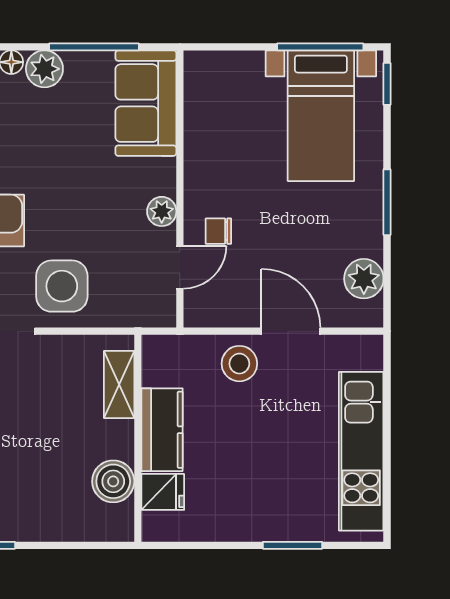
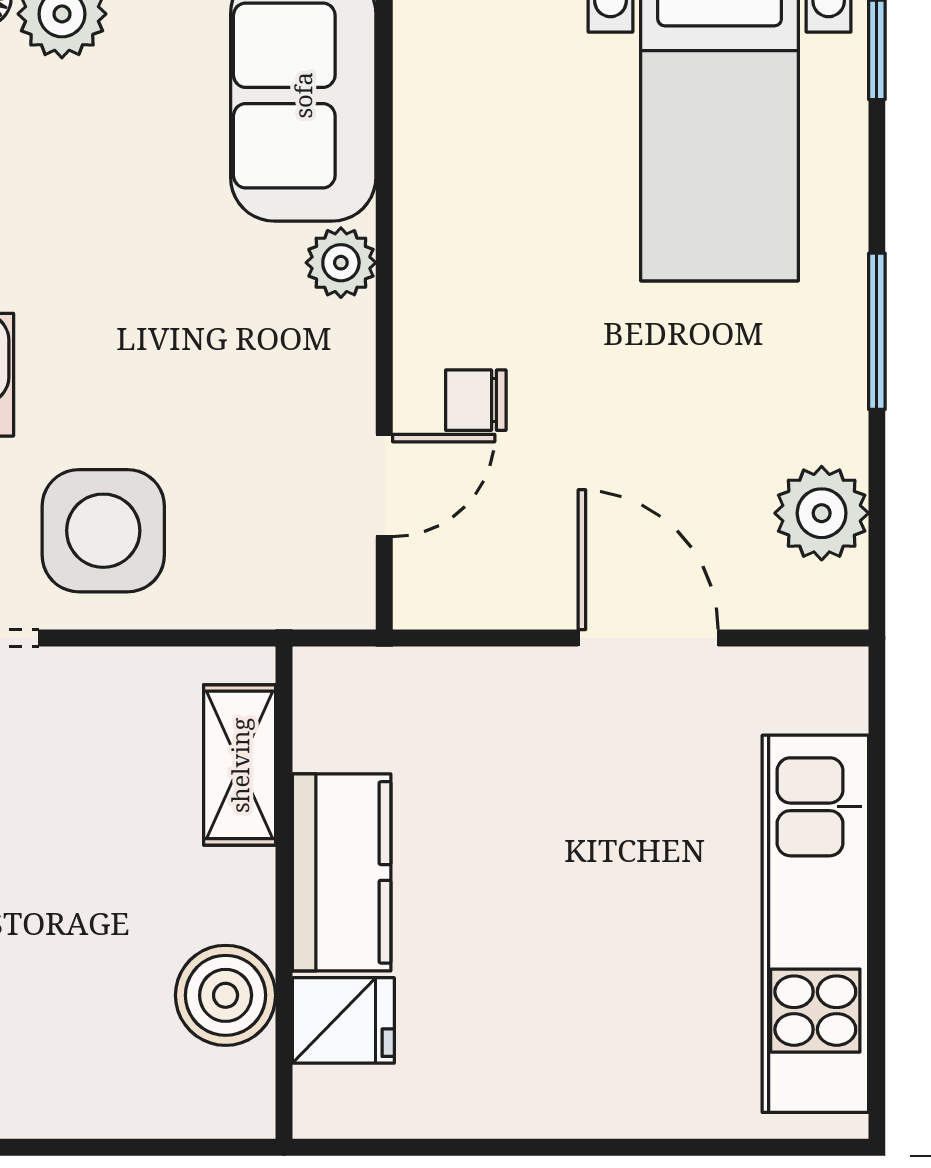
plant: (162, 211) -> (341, 263), moved
stool: (239, 364) -> (526, 715), removed
window: (292, 545) -> (652, 1147), removed

